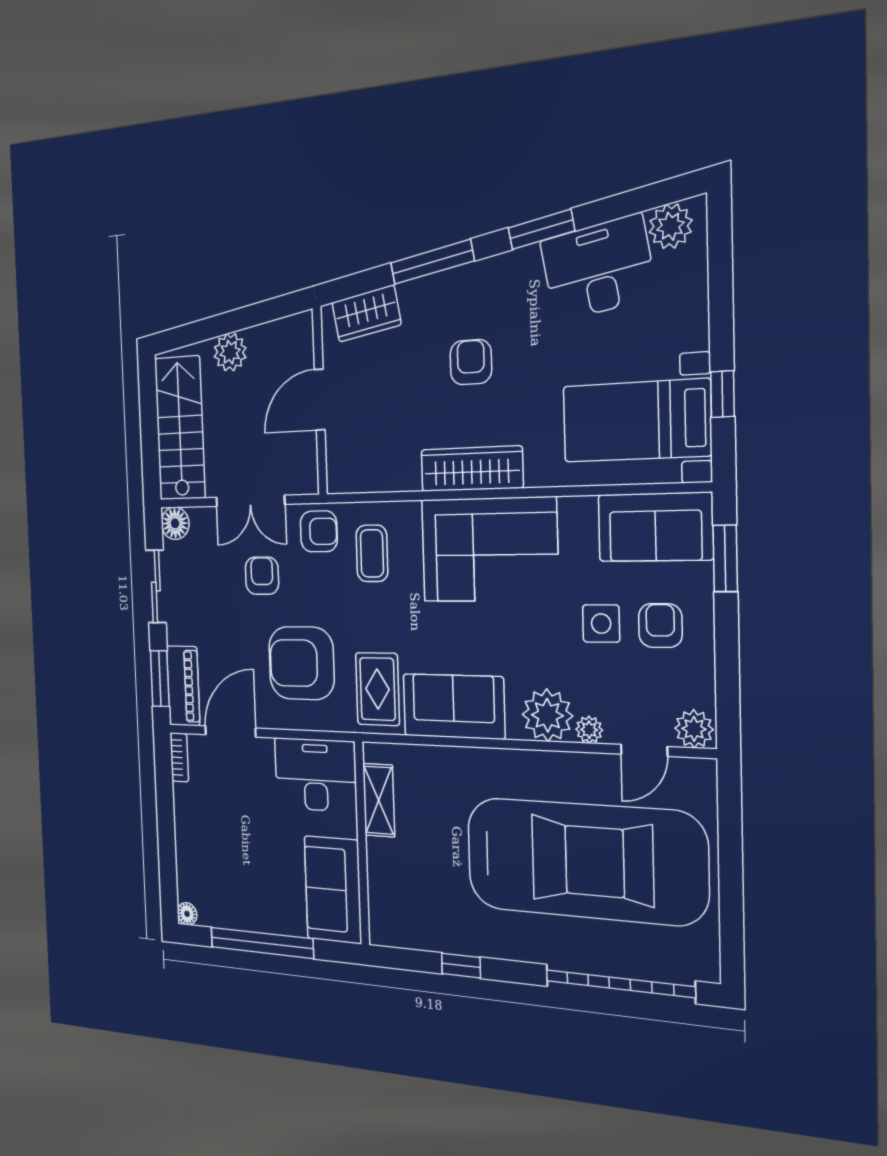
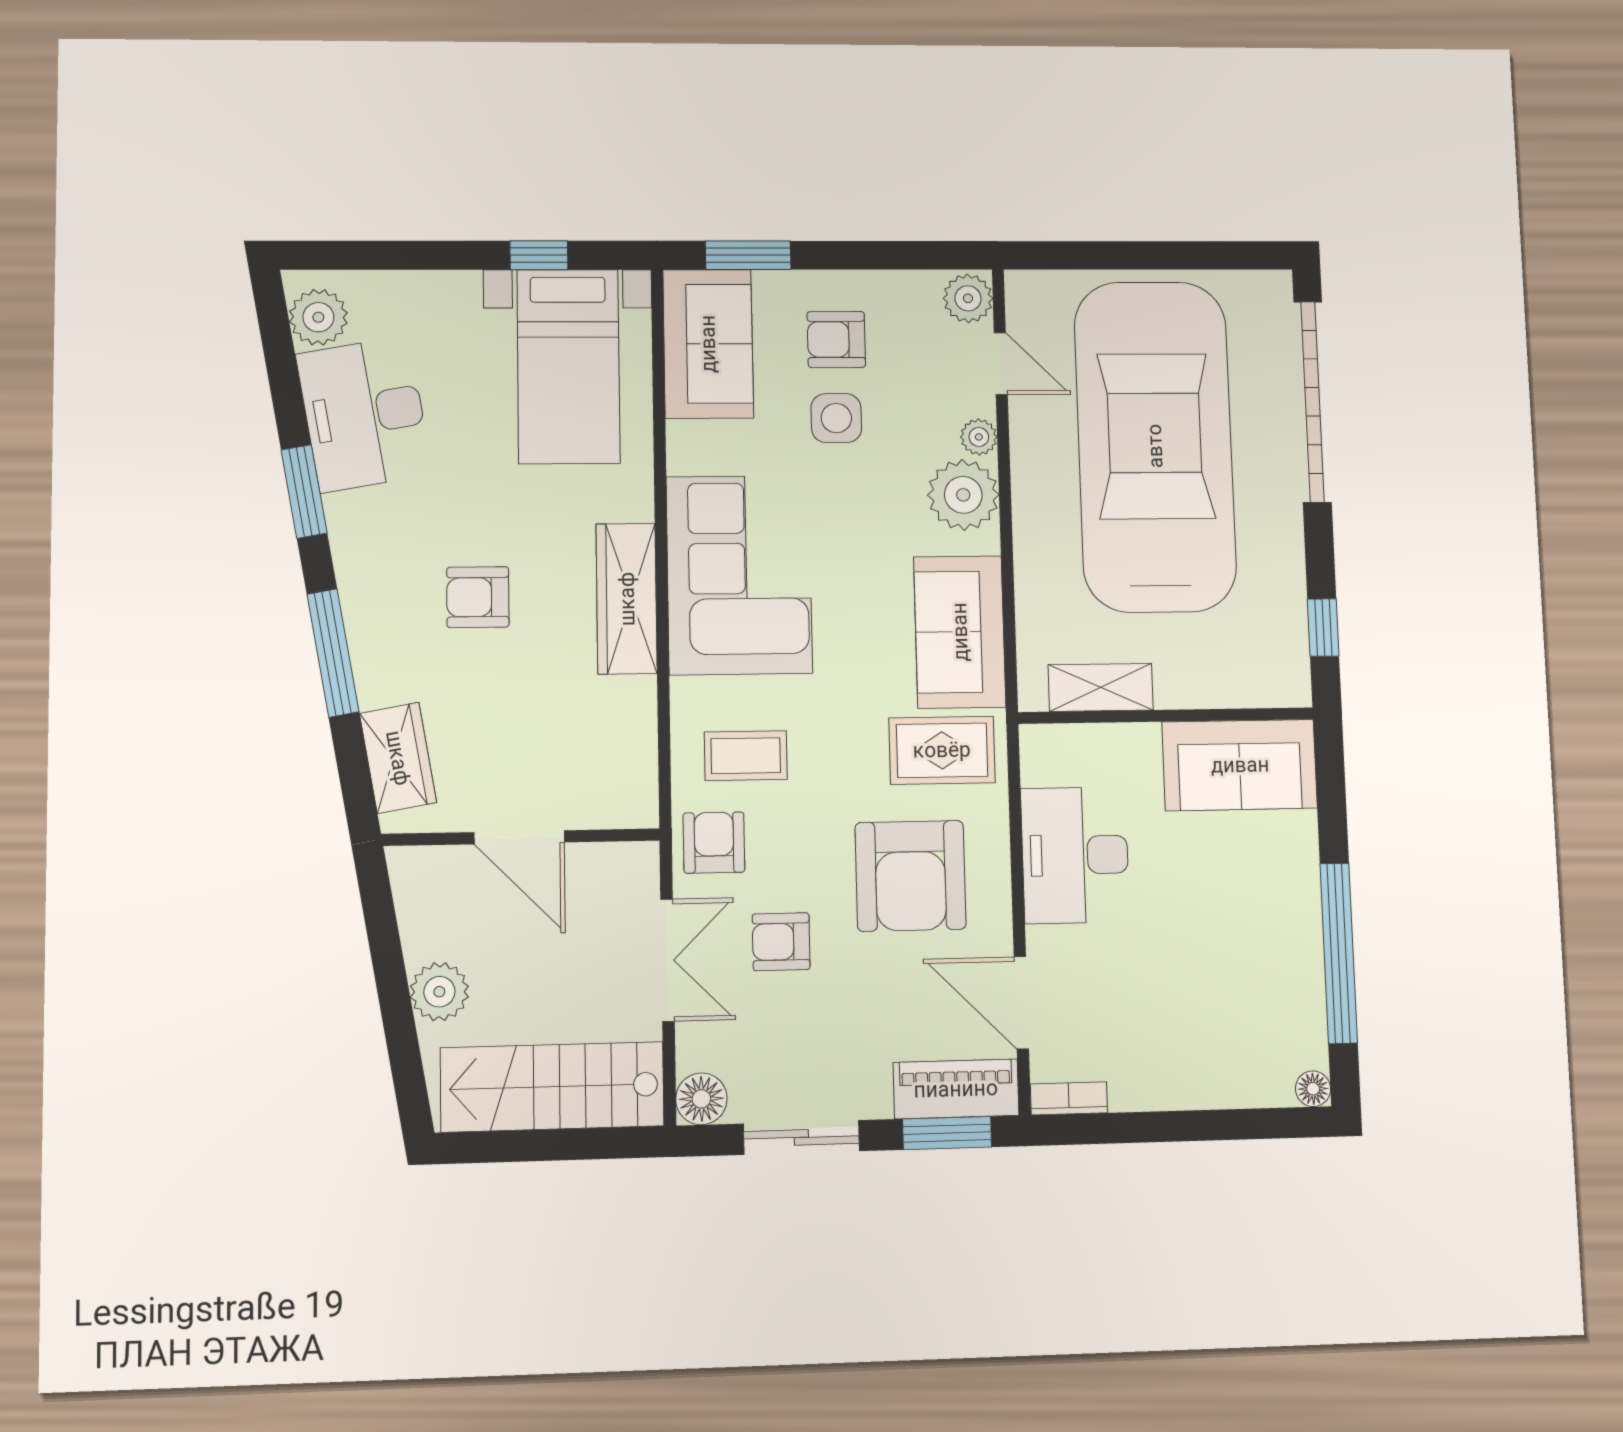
shelving: (379, 800) -> (1101, 687), moved
wall: (362, 843) -> (1166, 716), moved
sofa: (333, 890) -> (1240, 765), moved

